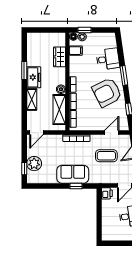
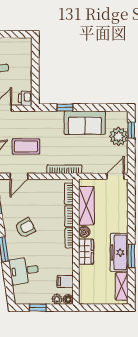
window: (84, 30) -> (38, 308), moved
wardrobe: (60, 57) -> (86, 252), moved
freezer: (34, 77) -> (119, 252), width x1.40
armchair: (107, 92) -> (25, 228), width x0.53, depth x0.53
shelving: (32, 100) -> (122, 286), moved
sofa: (73, 174) -> (85, 123), moved

